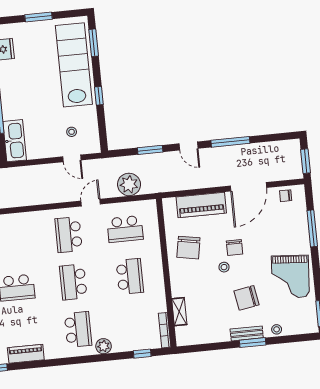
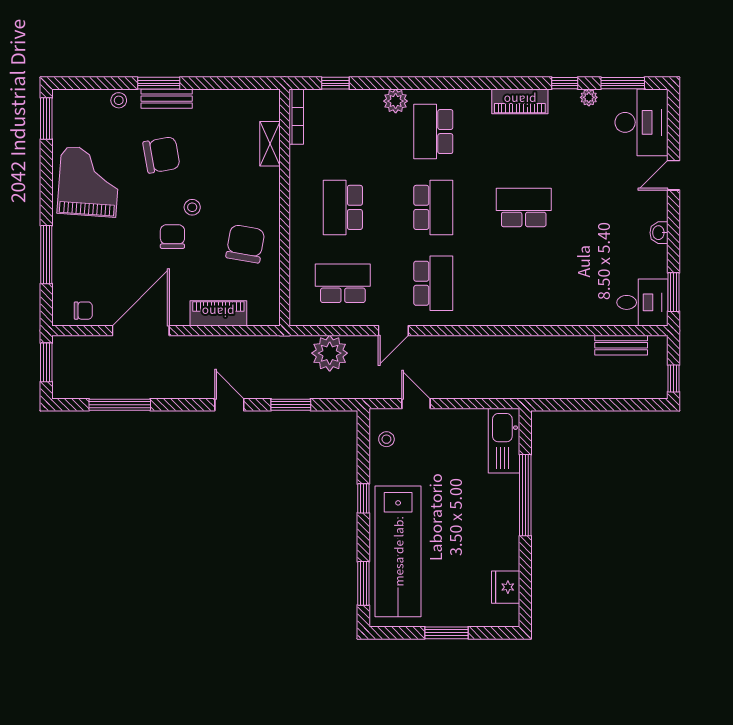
stool: (72, 132) -> (386, 439), moved
window: (230, 142) -> (120, 405), moved
piano: (201, 205) -> (218, 313), width x0.73, depth x0.75

